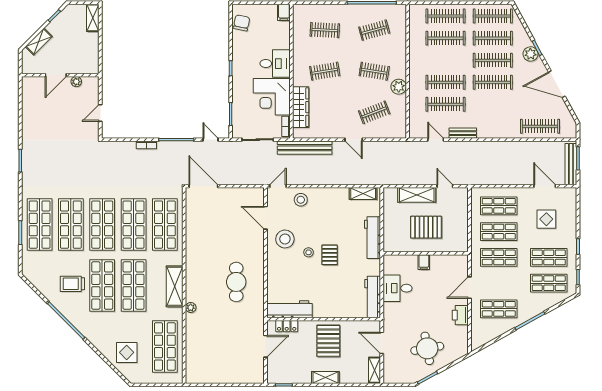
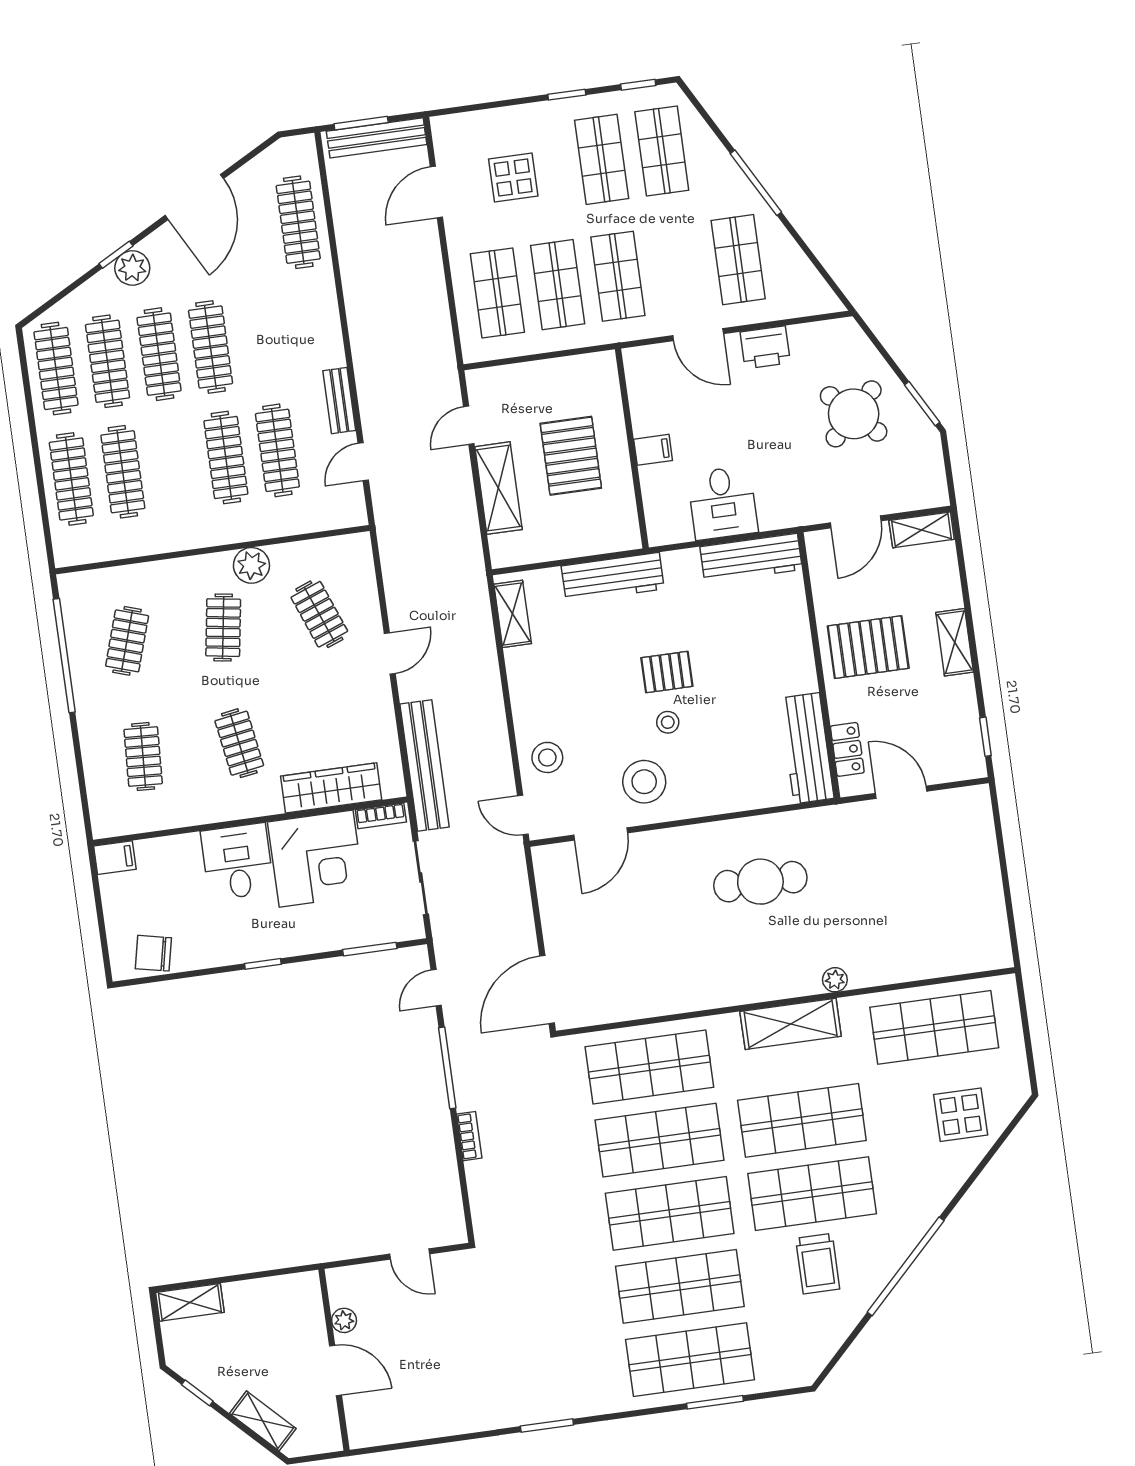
clothes rail: (374, 30) -> (127, 641), turned 33
round table: (427, 348) -> (854, 414), turned -35

